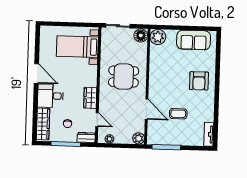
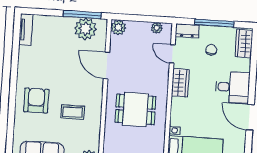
coffee table: (178, 114) -> (73, 112), moved
wardrobe: (43, 124) -> (244, 43), width x0.67
plant: (164, 136) -> (85, 29), added

